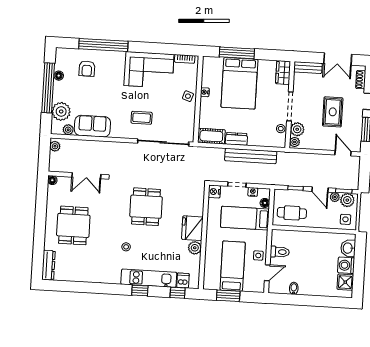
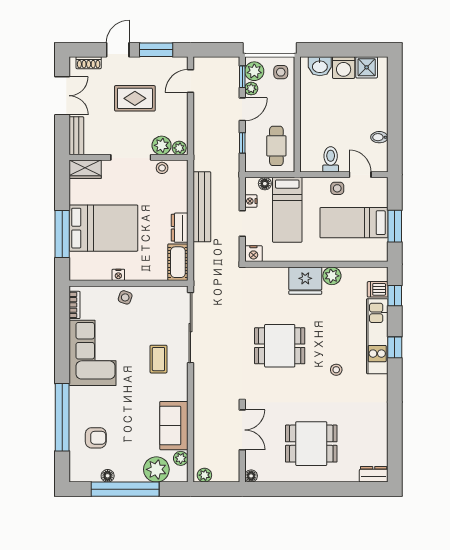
dresser: (49, 265) -> (374, 474), width x0.70

